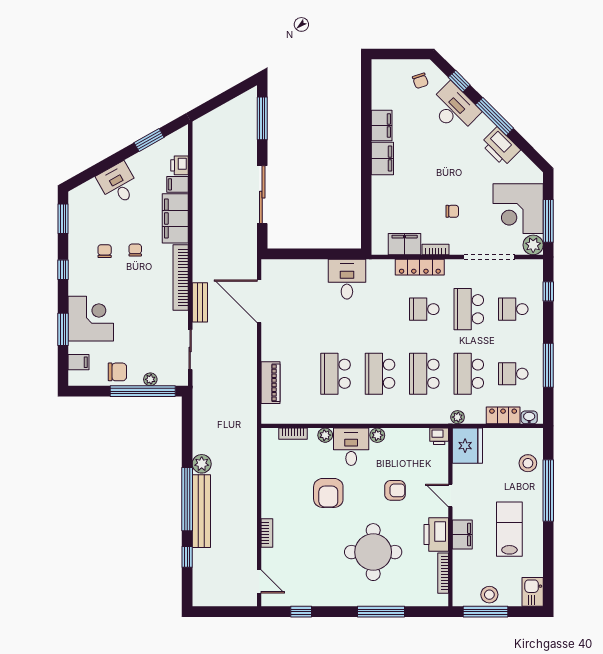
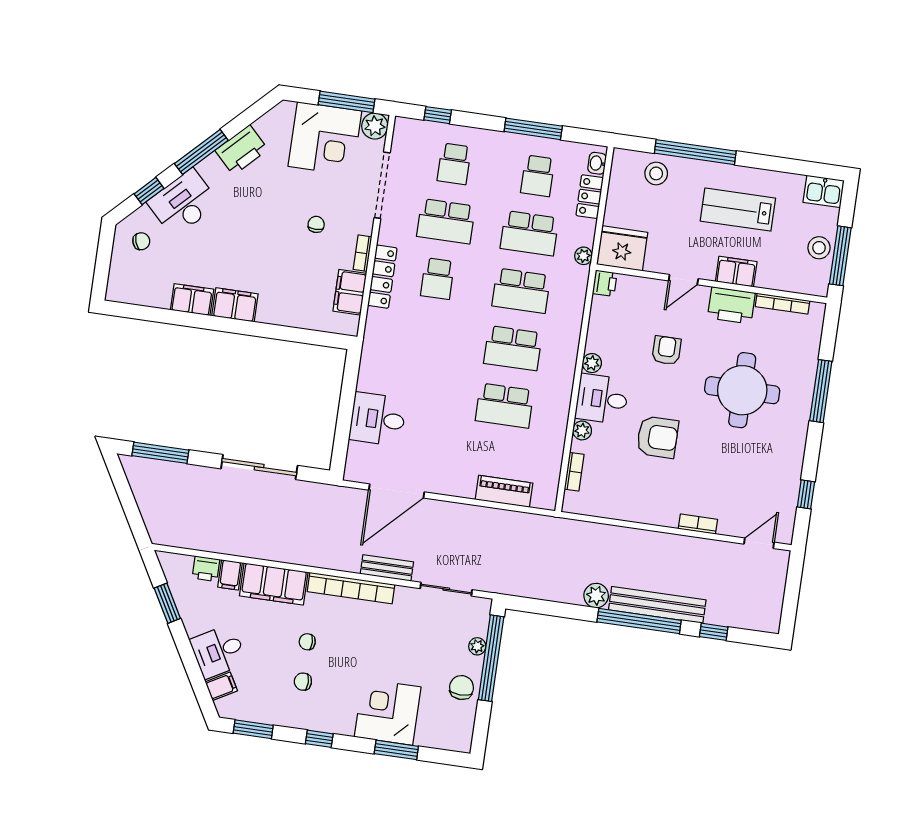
desk: (347, 279) -> (378, 419), moved
filing cabinet: (79, 362) -> (221, 686), moved, turned 61

